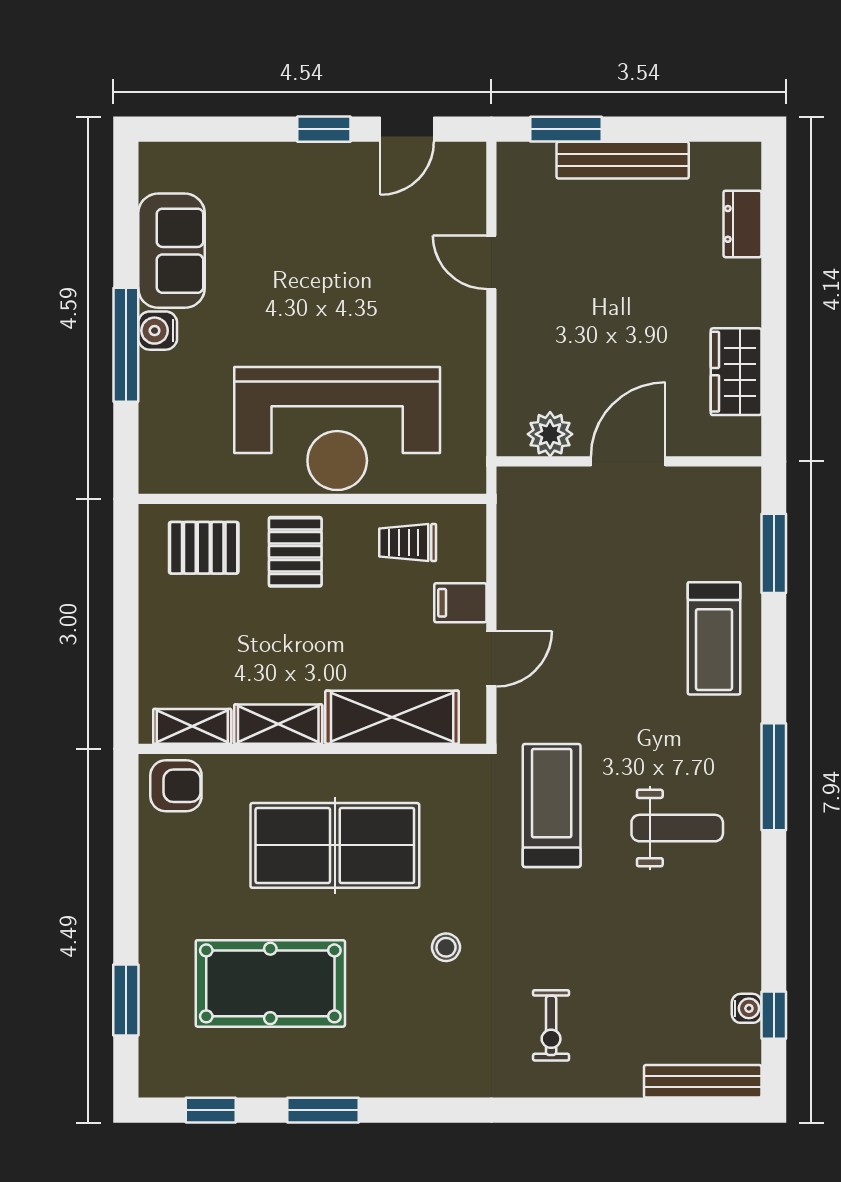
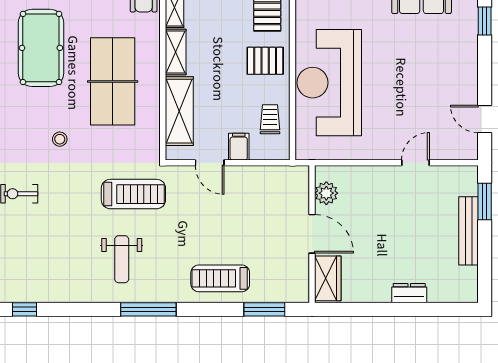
window: (324, 129) -> (485, 21), moved
dresser: (742, 224) -> (409, 293), moved
wardrobe: (736, 372) -> (328, 278), moved, turned 90
water cooler: (747, 1008) -> (28, 295), removed

